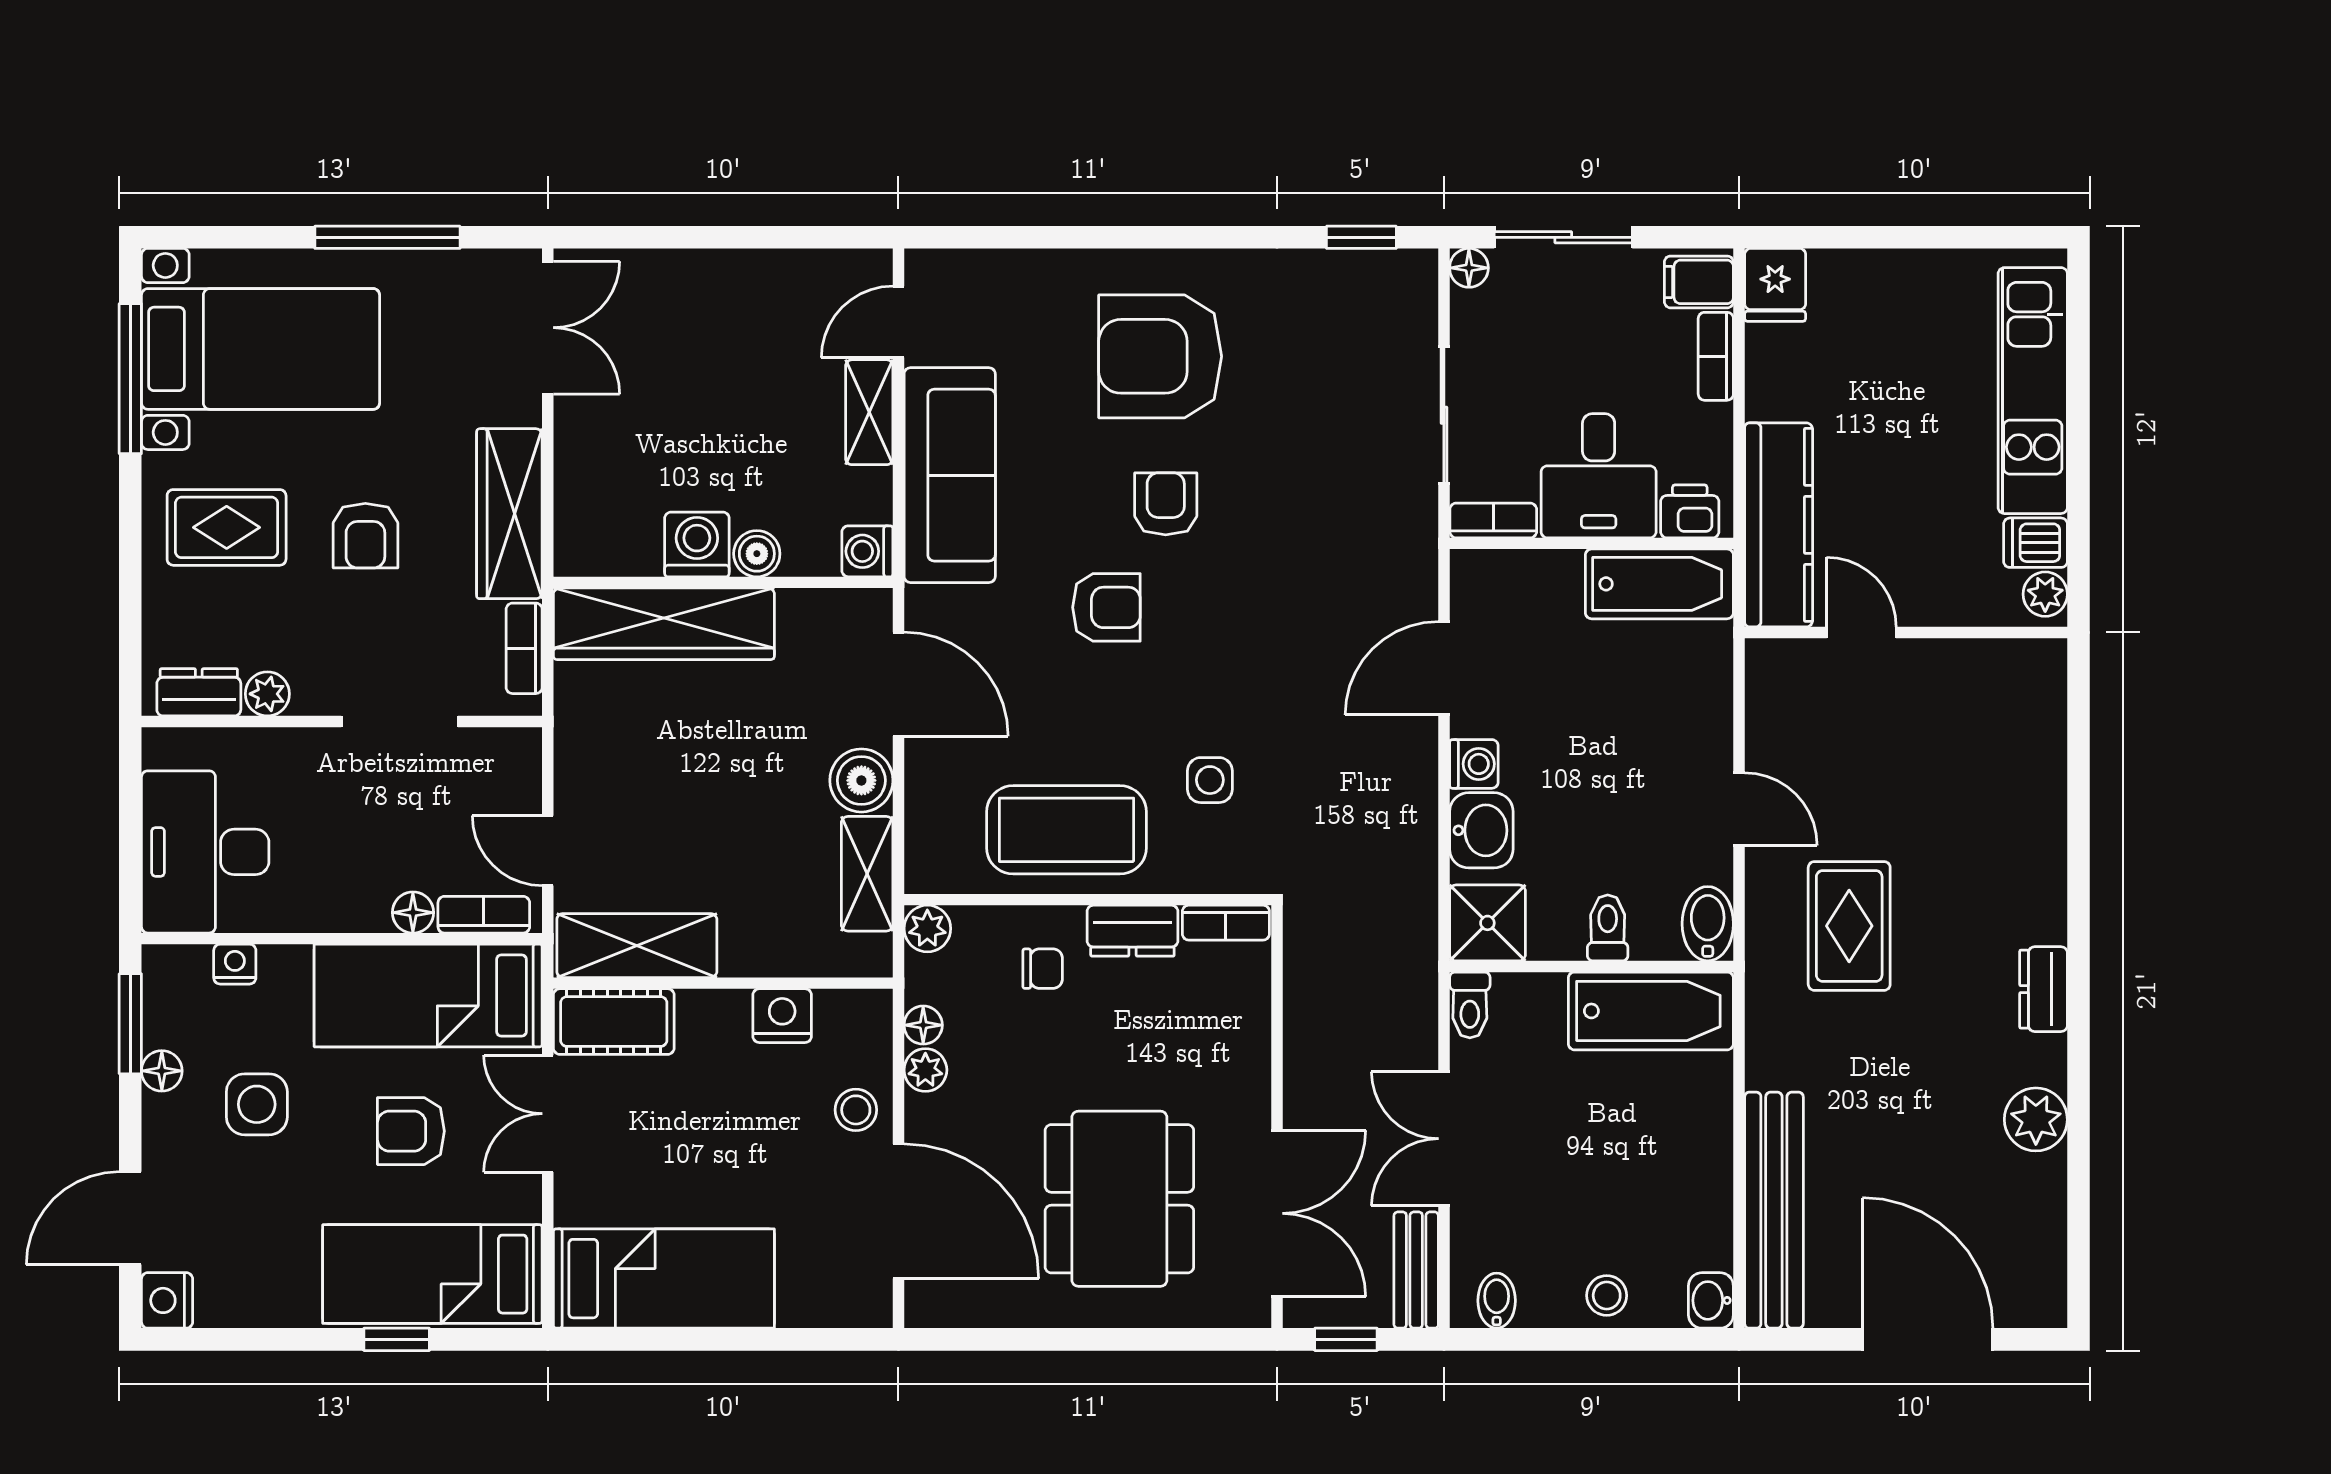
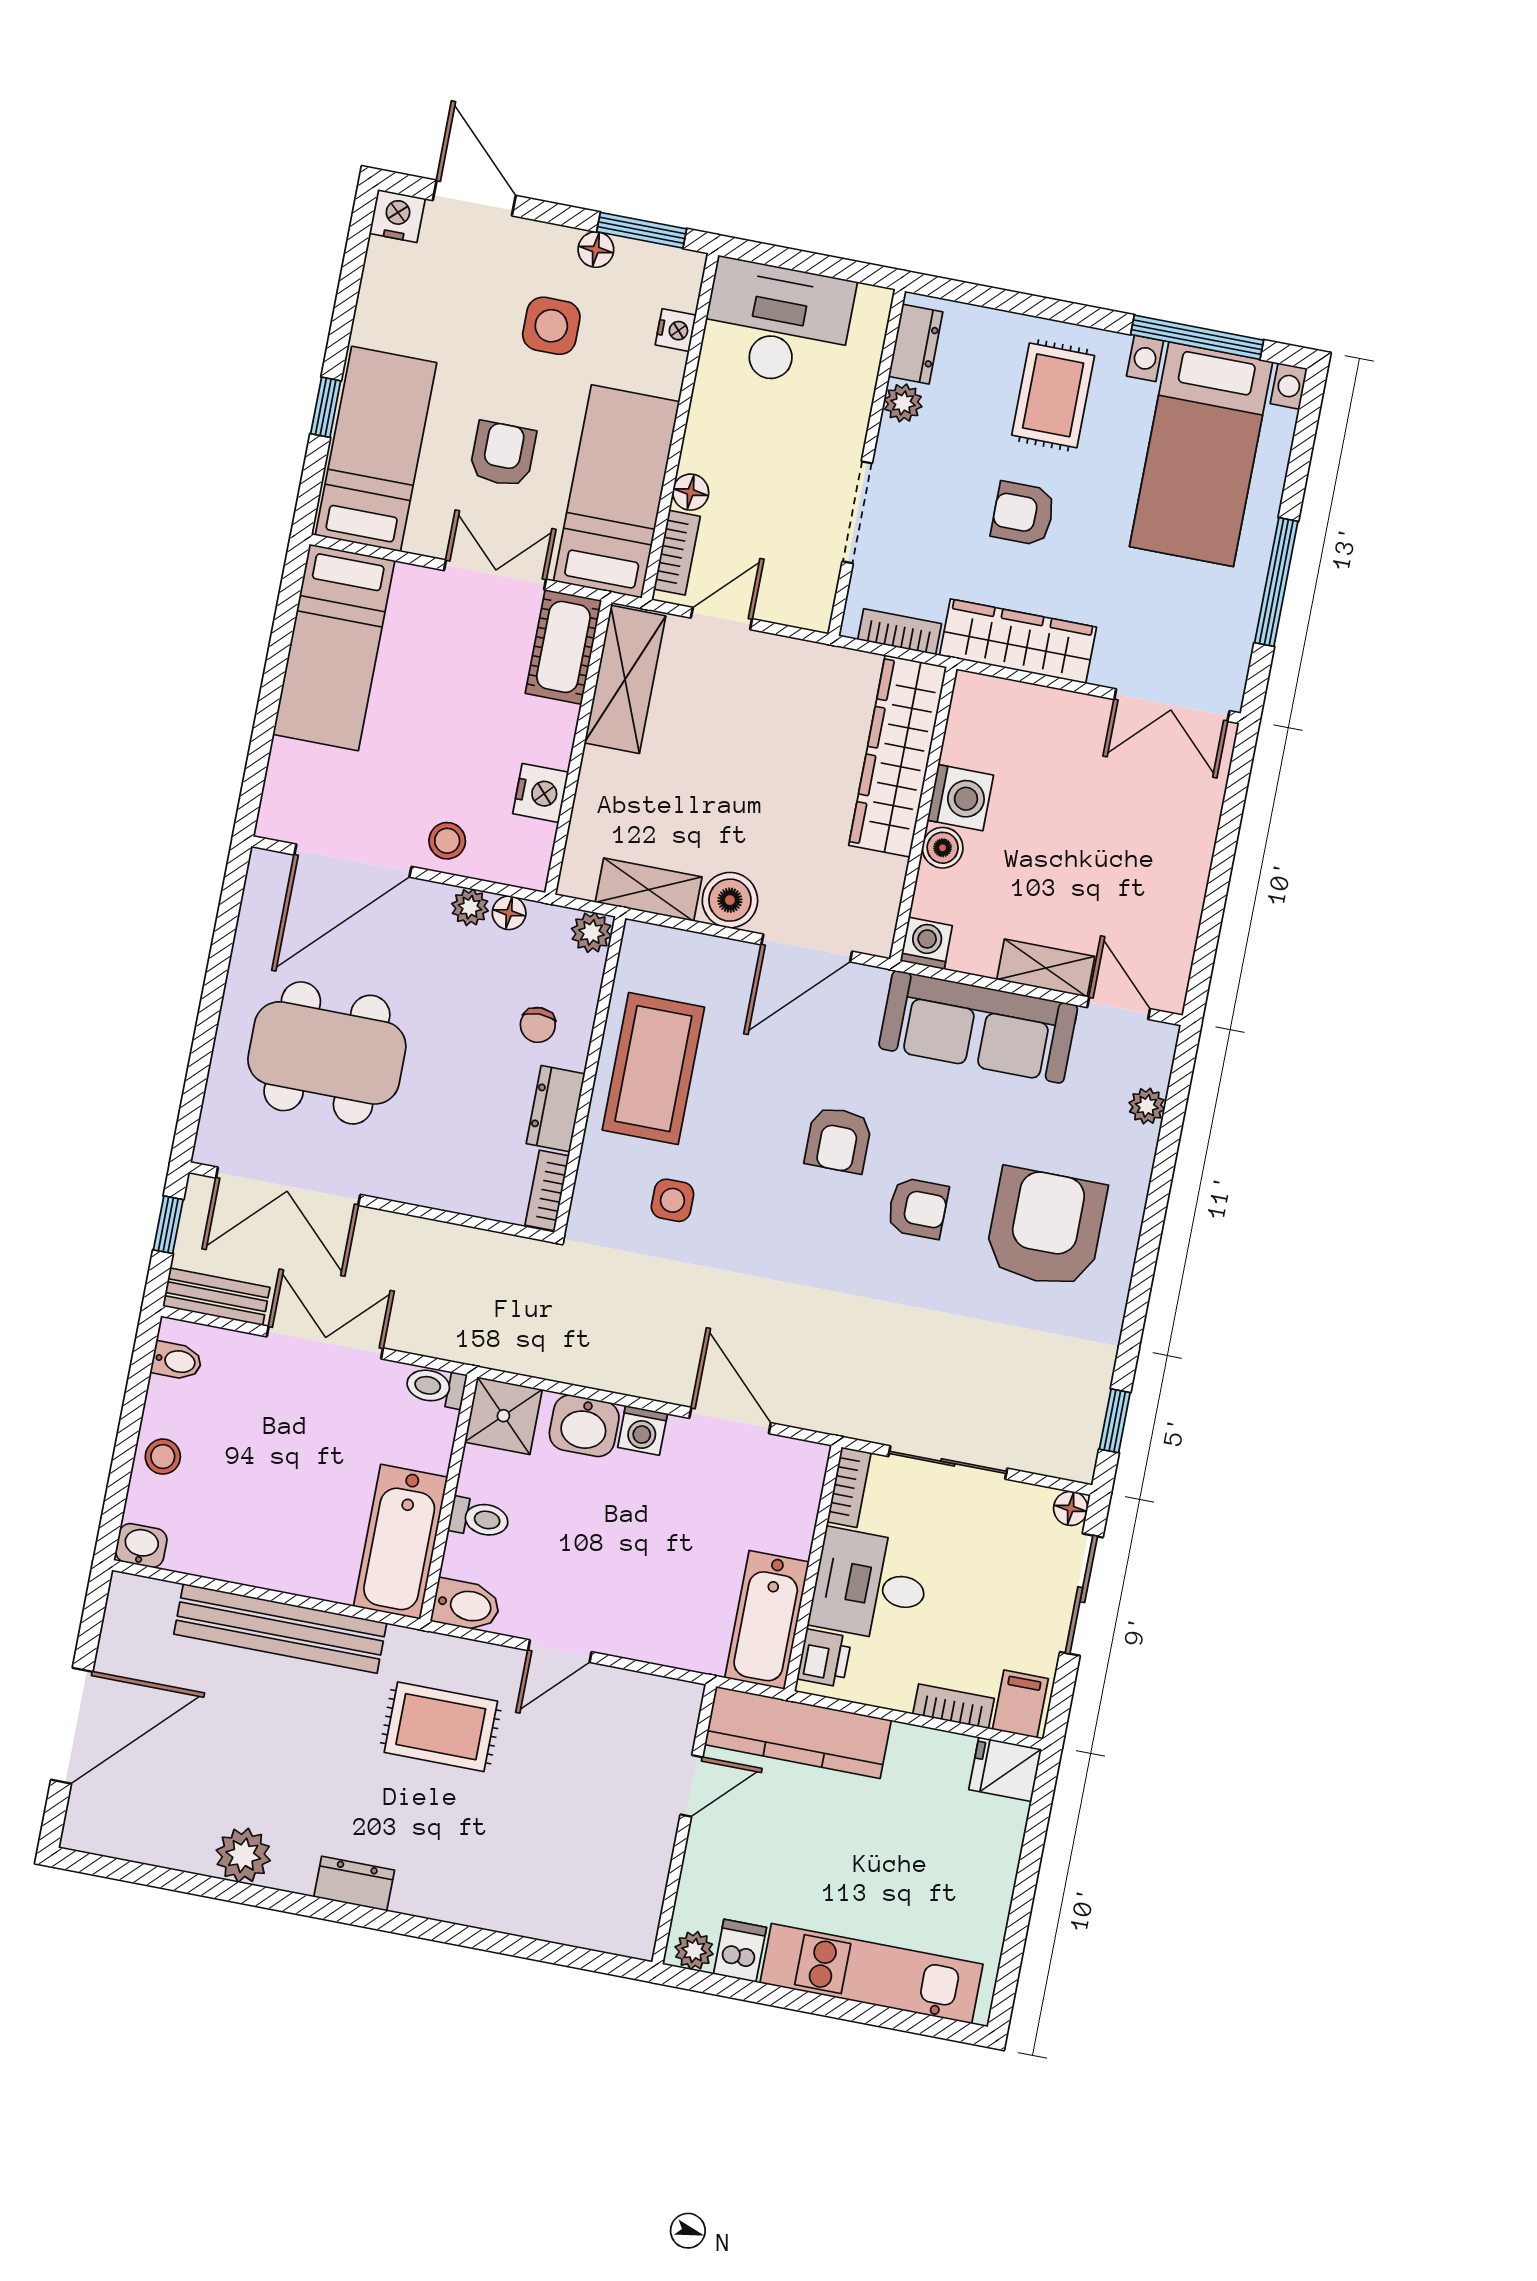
plant: (1002, 269) -> (1147, 1106), added
bench: (1774, 1210) -> (280, 1629), moved

